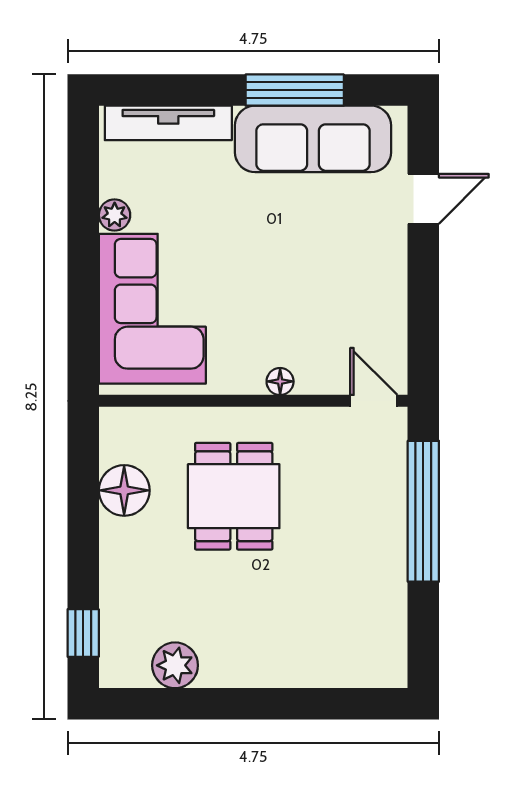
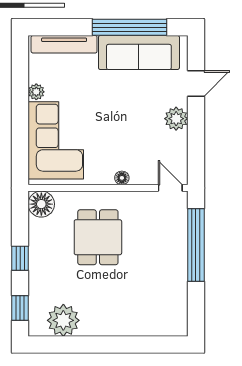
window: (295, 90) -> (129, 27), width x1.46
plant: (385, 267) -> (176, 119), added
floor lamp: (124, 490) -> (41, 204), moved
window: (83, 537) -> (20, 258), added
plant: (175, 665) -> (63, 320), width x1.36, depth x1.36

